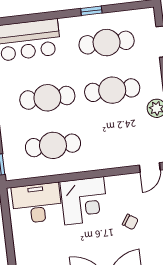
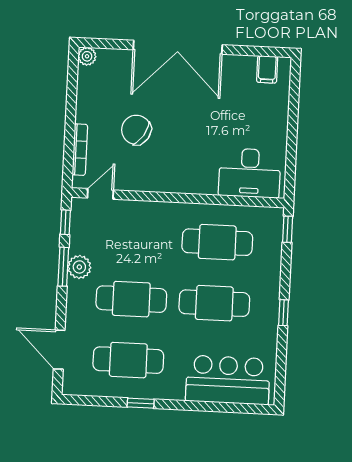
corner desk: (84, 201) -> (190, 166), removed
chair: (130, 222) -> (136, 130), width x1.87, depth x1.87

